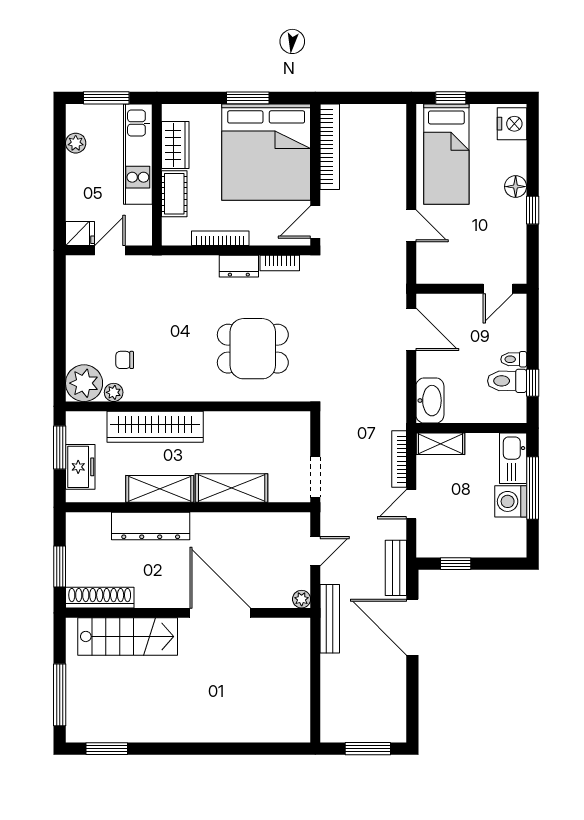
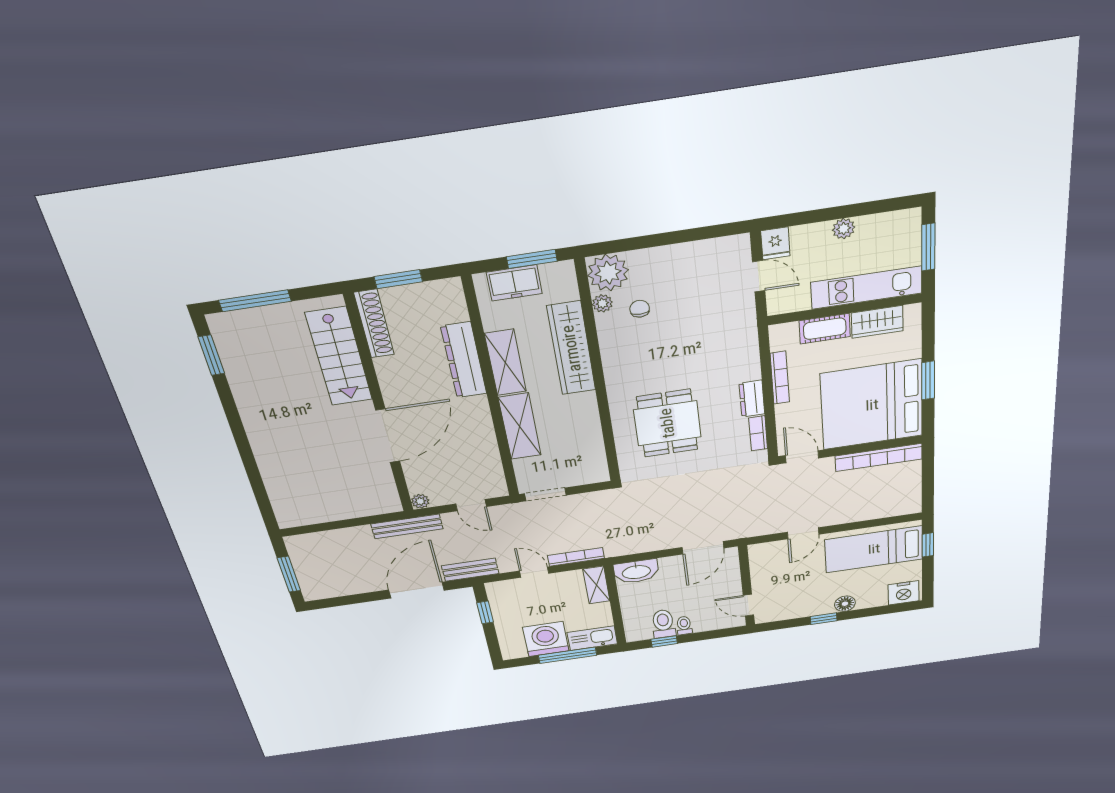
plant: (76, 143) -> (844, 229), moved
washing machine: (511, 501) -> (546, 639), width x1.37, depth x1.37

